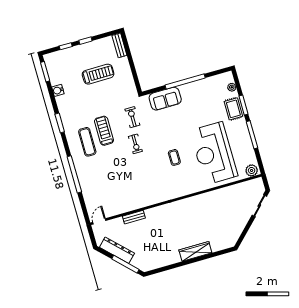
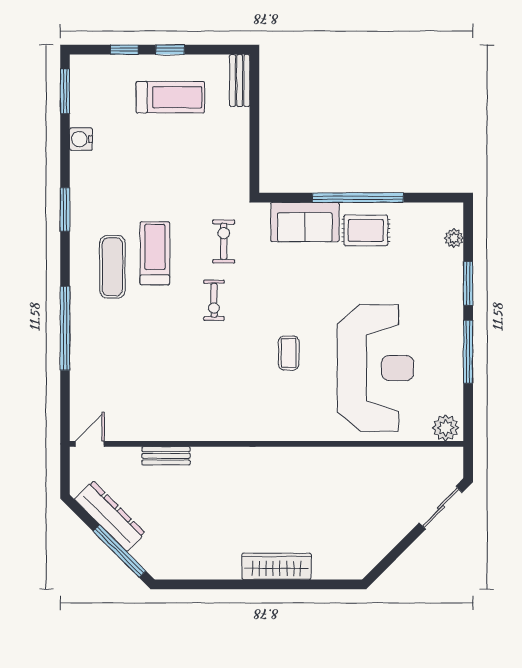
treadmill: (98, 74) -> (170, 97), moved
rug: (233, 109) -> (366, 230), moved, turned 90
reception desk: (214, 153) -> (376, 368), turned 180

